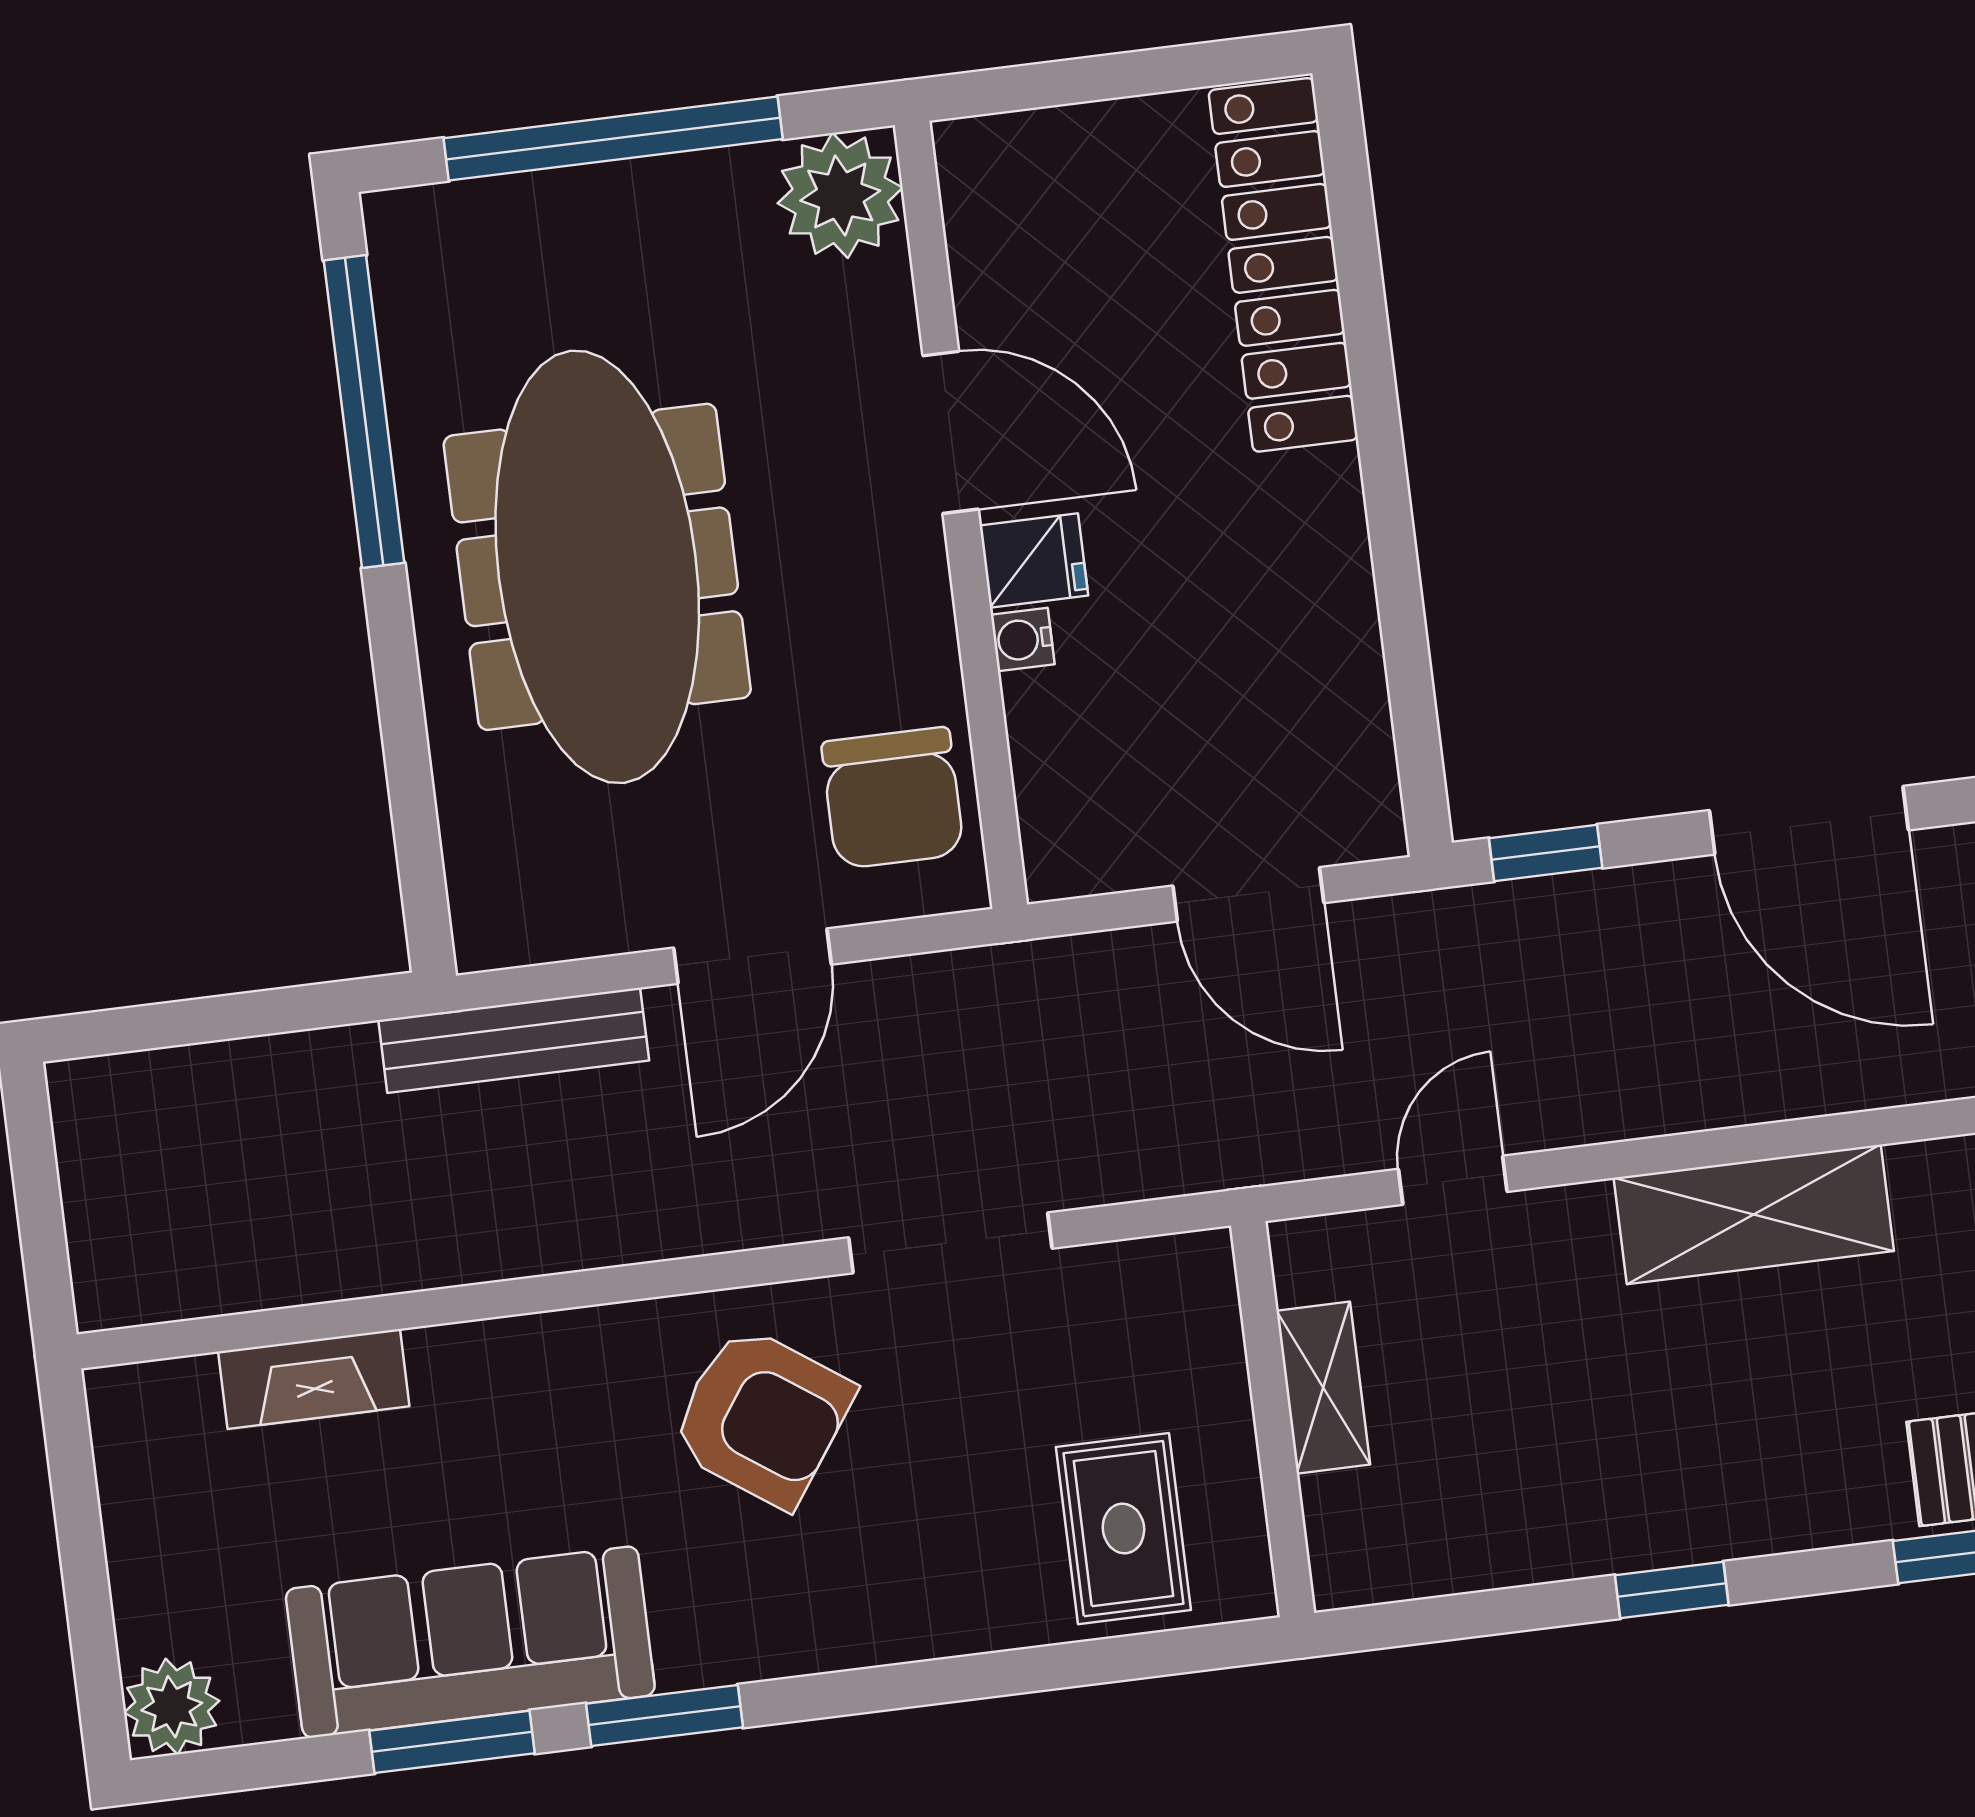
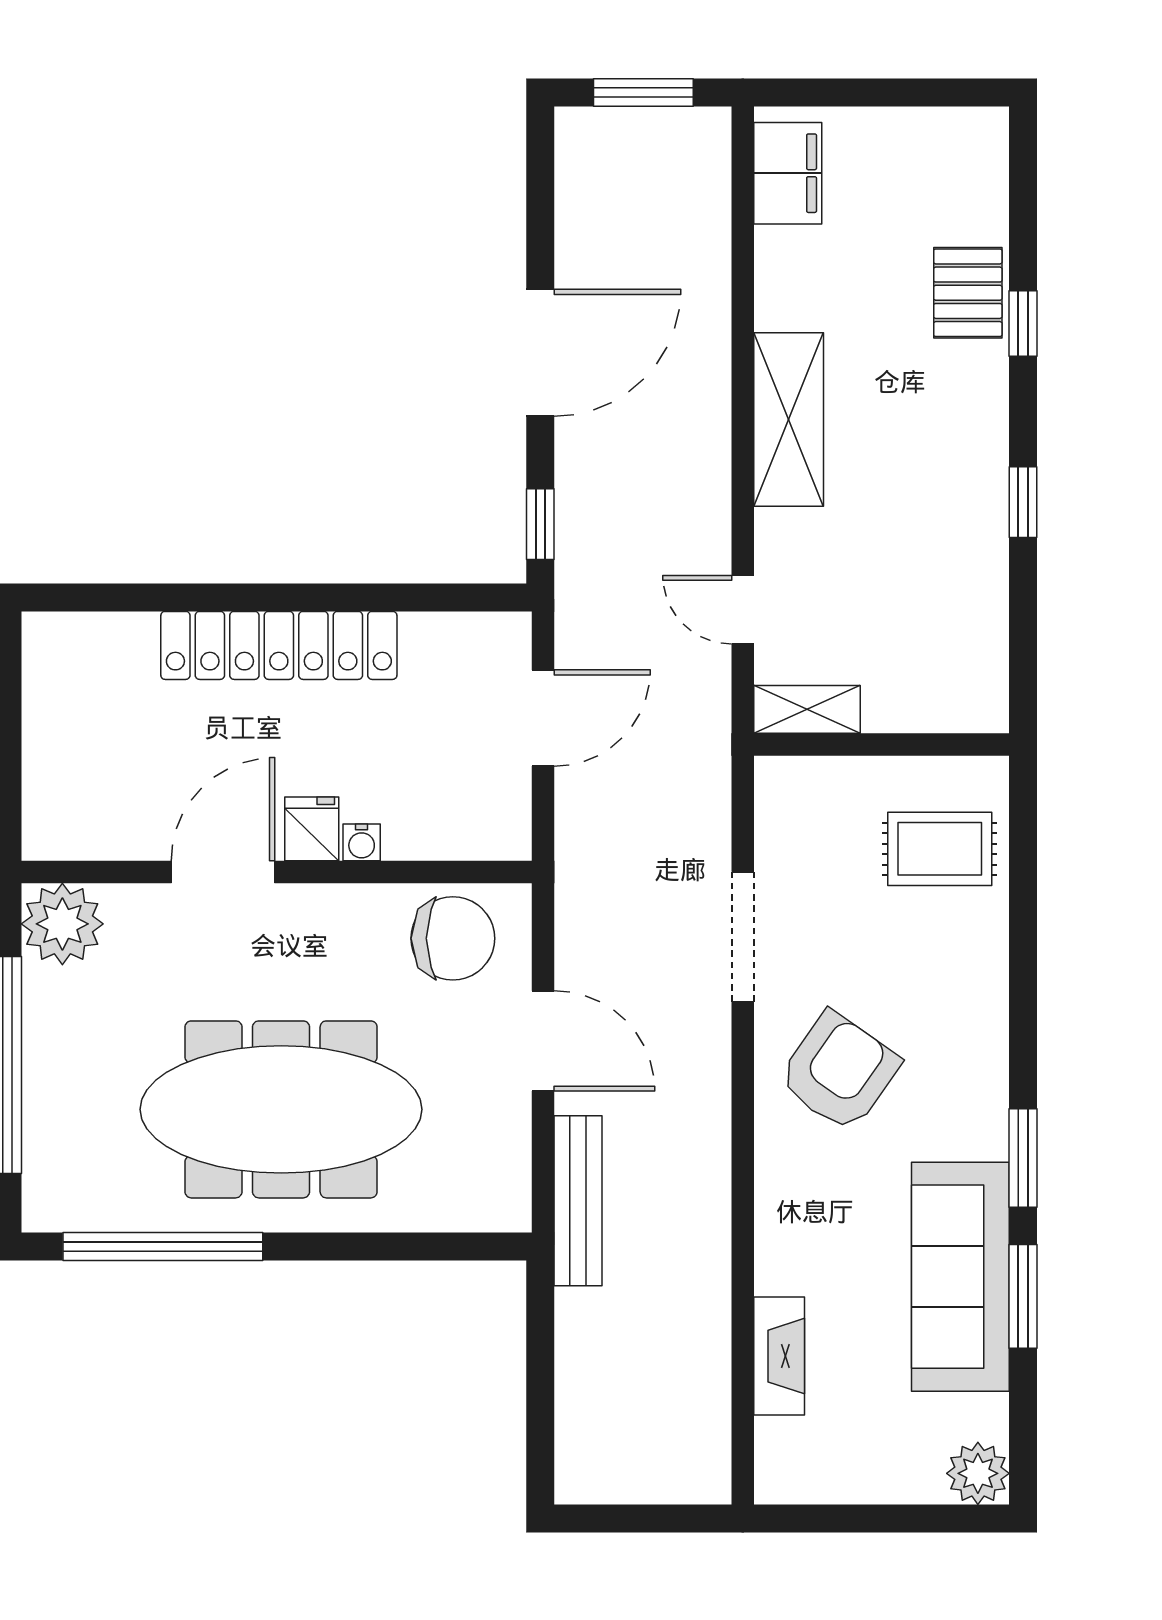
locker: (1283, 265) -> (279, 645), moved
shelving: (1323, 1388) -> (807, 709), moved

